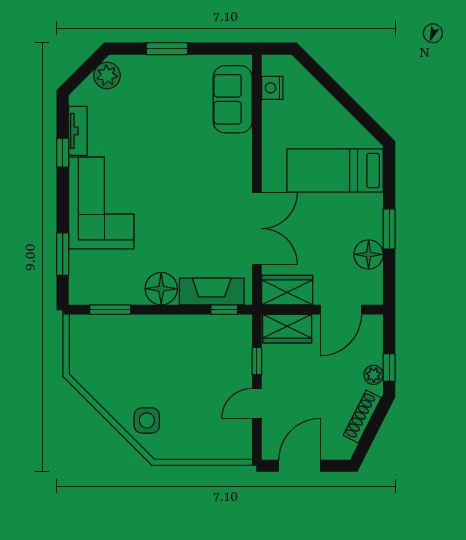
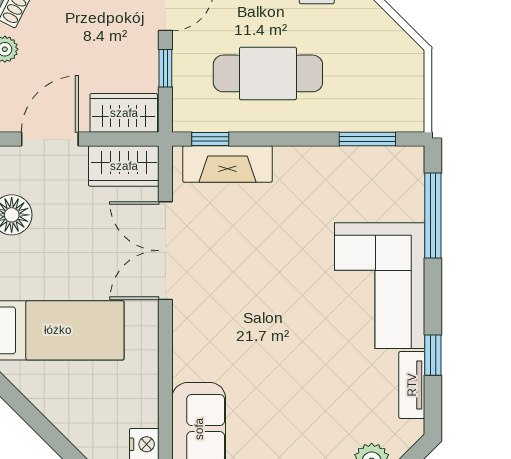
window: (63, 254) -> (433, 215), width x1.44
floor lamp: (161, 289) -> (297, 168), removed
cafe table: (182, 357) -> (268, 73), added

